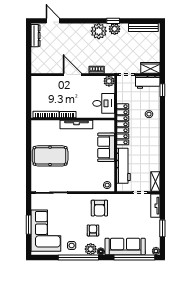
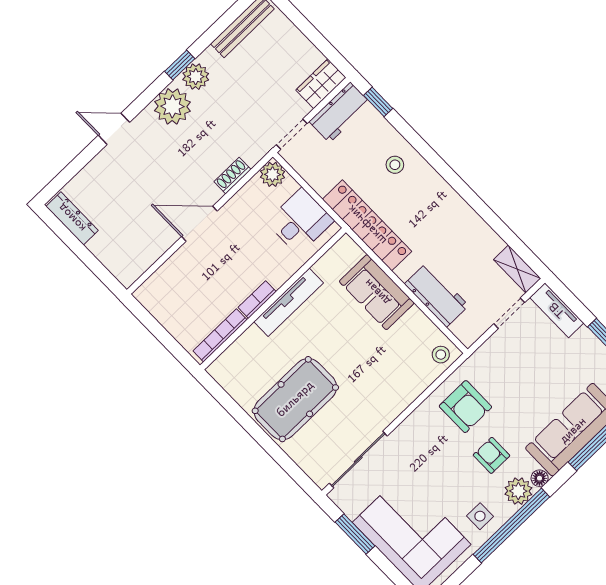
door: (53, 21) -> (114, 129), moved
workbench: (123, 166) -> (437, 295), width x0.73
window: (29, 225) -> (355, 534), moved

